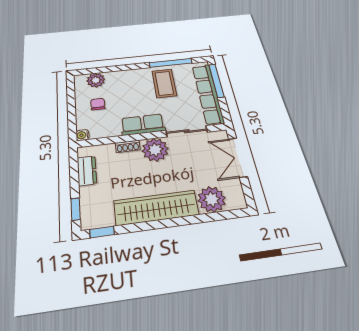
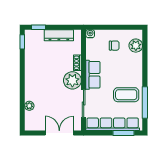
window: (216, 81) -> (124, 133), width x0.69
dresser: (87, 171) -> (59, 35), width x1.44
plant: (212, 199) -> (29, 106), width x0.53, depth x0.53
wardrobe: (156, 208) -> (33, 75), removed

